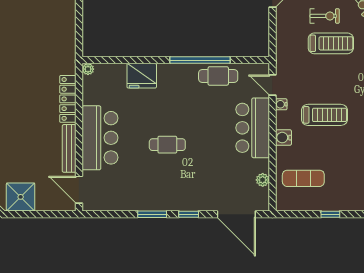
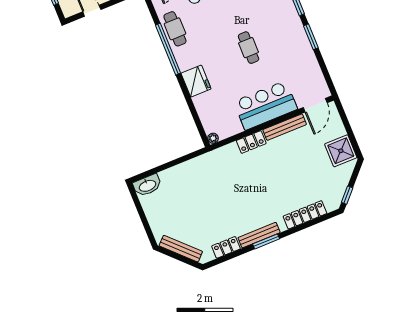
fridge: (142, 76) -> (196, 81), moved
locker: (68, 99) -> (251, 142), width x0.66

